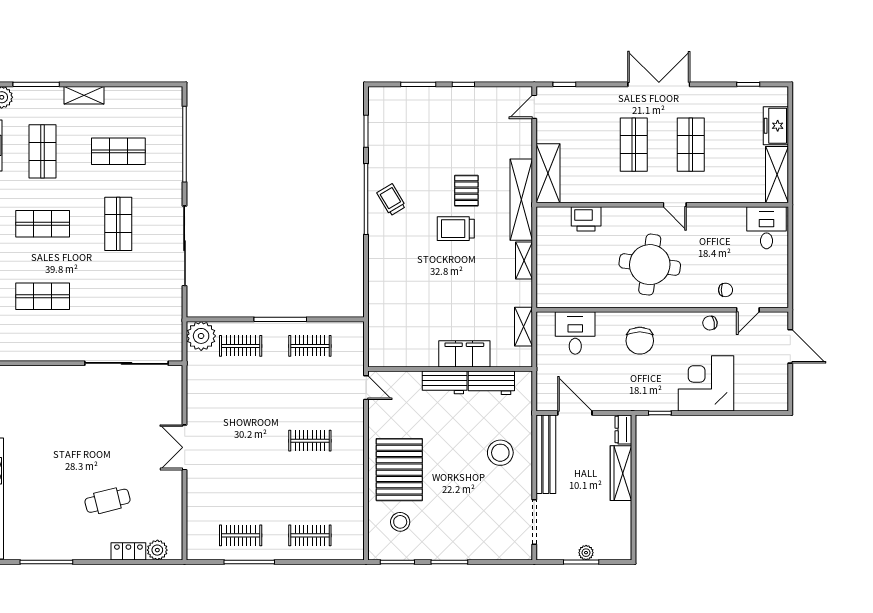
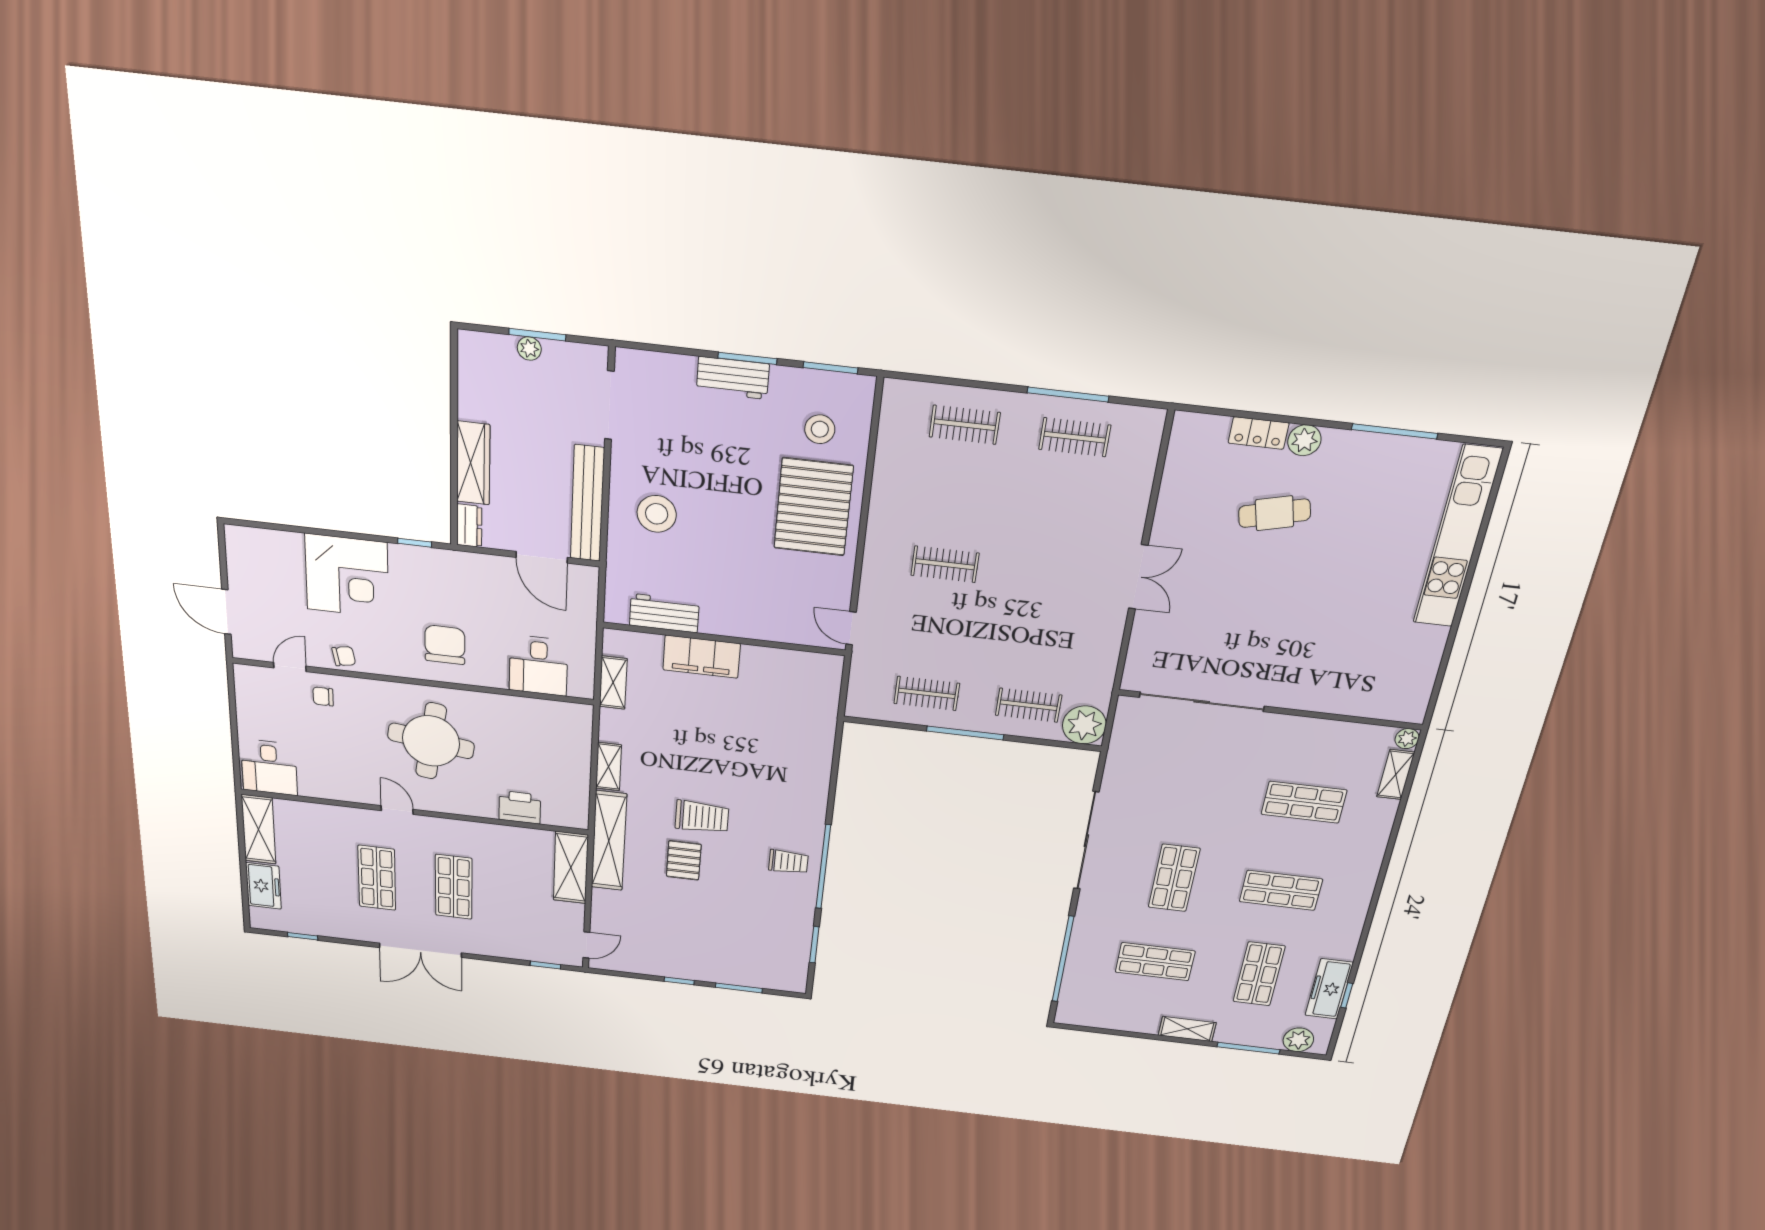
trolley: (391, 200) -> (788, 862), turned -59
workbench: (445, 382) -> (733, 378), moved, turned 180
plant: (157, 550) -> (1304, 440), moved

